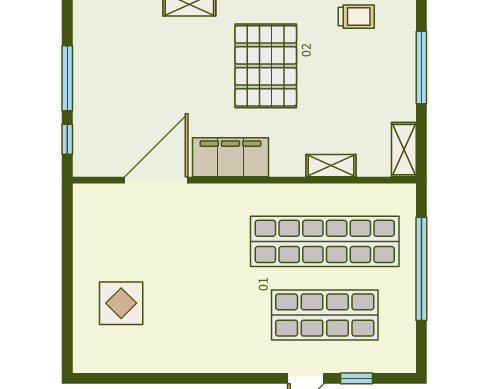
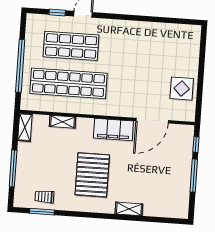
display table: (121, 303) -> (182, 89), moved

